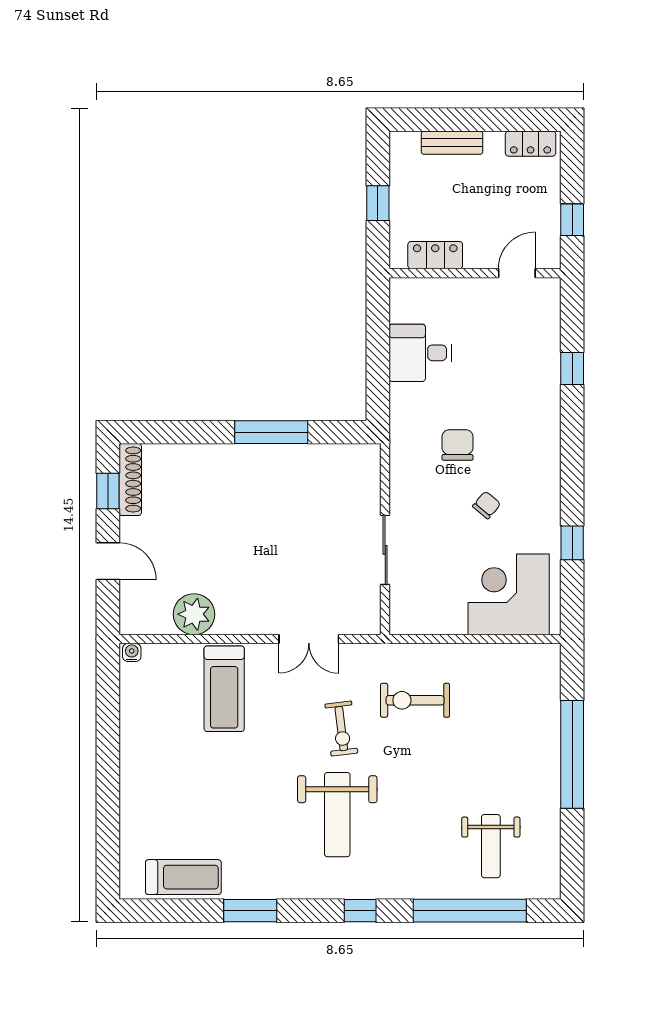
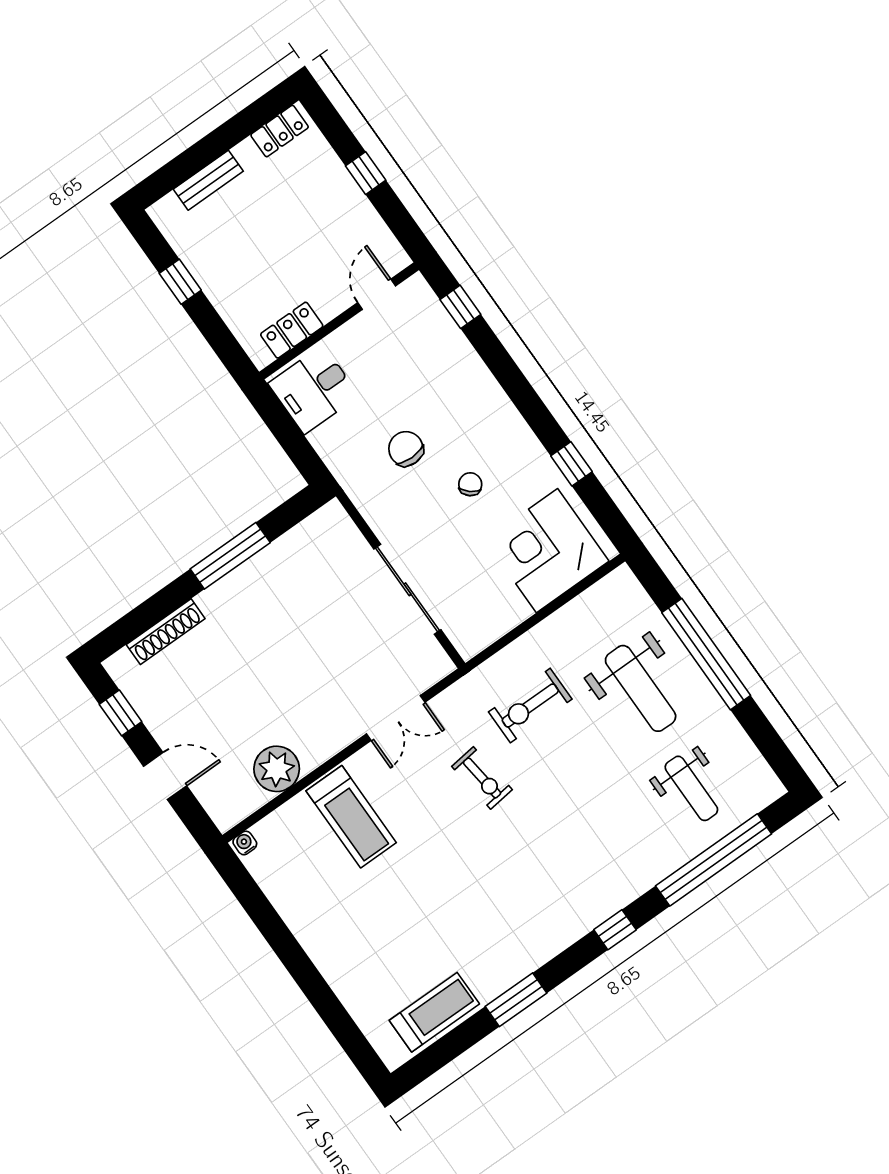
locker: (435, 255) -> (292, 330), moved
wall: (475, 273) -> (339, 321), moved
door: (517, 273) -> (377, 294), moved
shoe rack: (130, 479) -> (166, 632), moved, turned 90
sliding door: (385, 550) -> (407, 589), width x1.37
weight bench: (337, 815) -> (641, 688), moved

